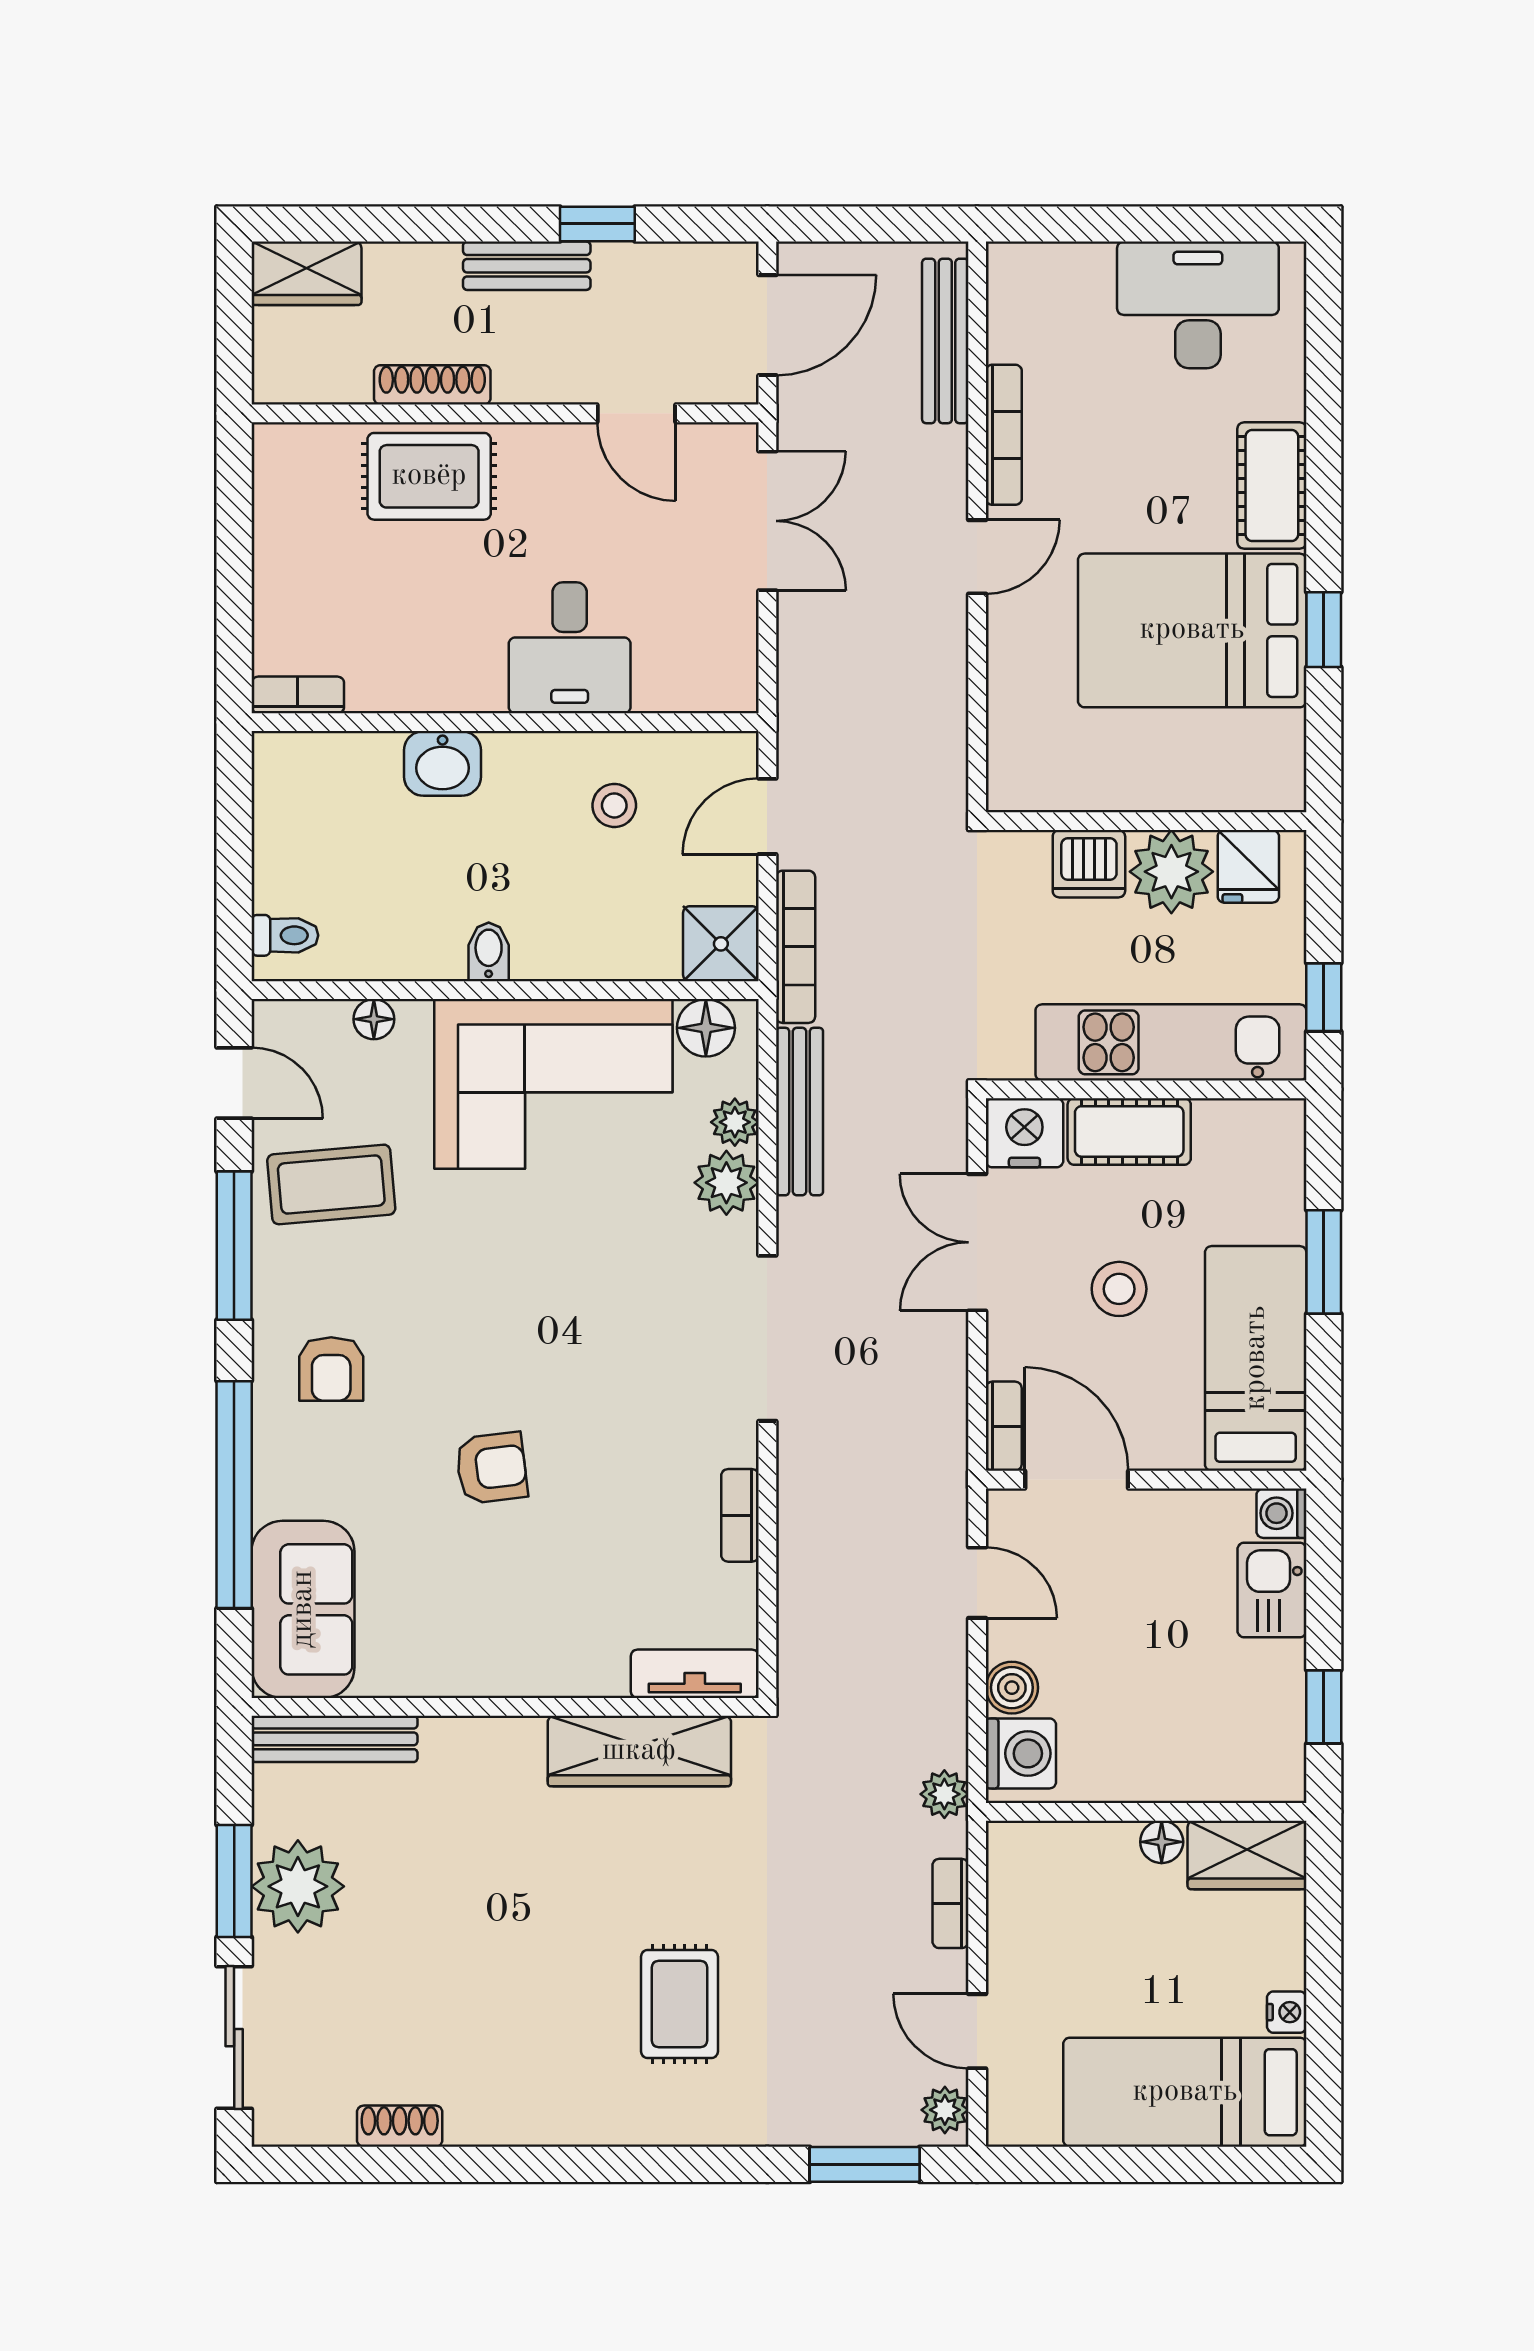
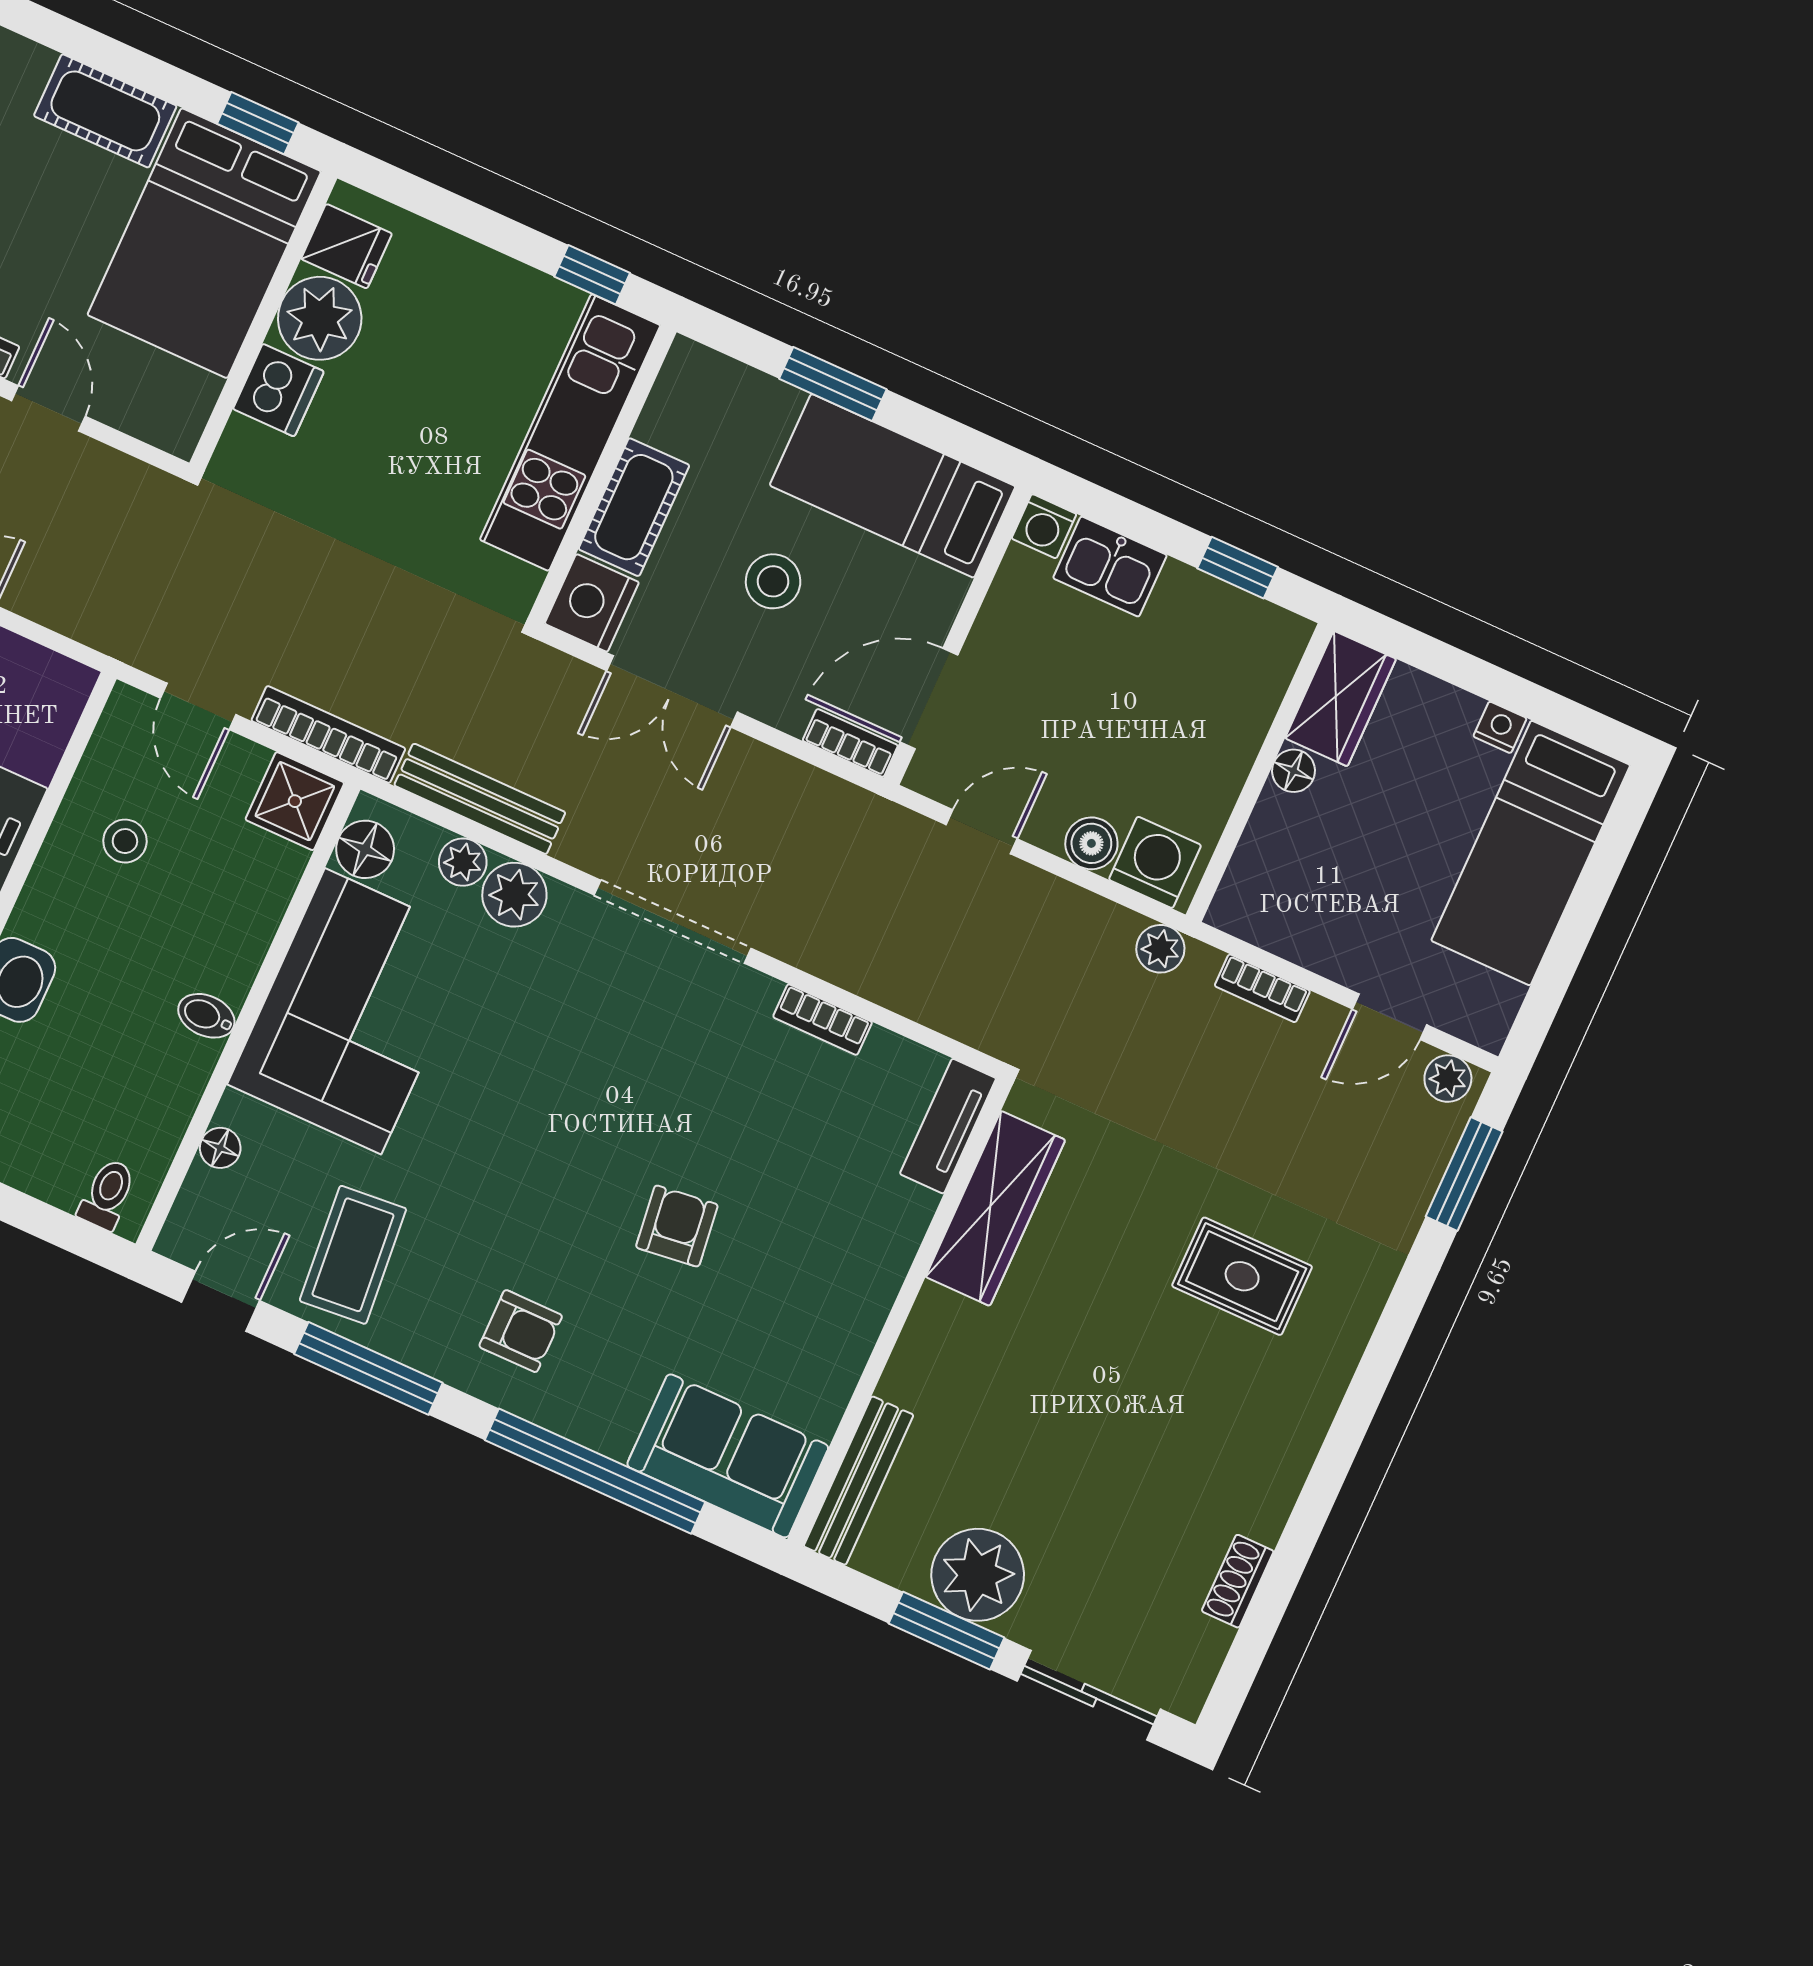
wall: (1146, 821) -> (263, 321), moved
dishwasher: (1089, 864) -> (278, 390), moved
fridge: (1248, 866) -> (347, 246), moved
plant: (1171, 872) -> (320, 318), moved

